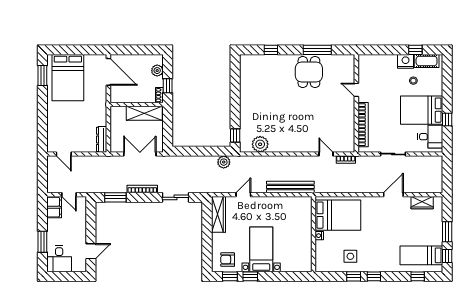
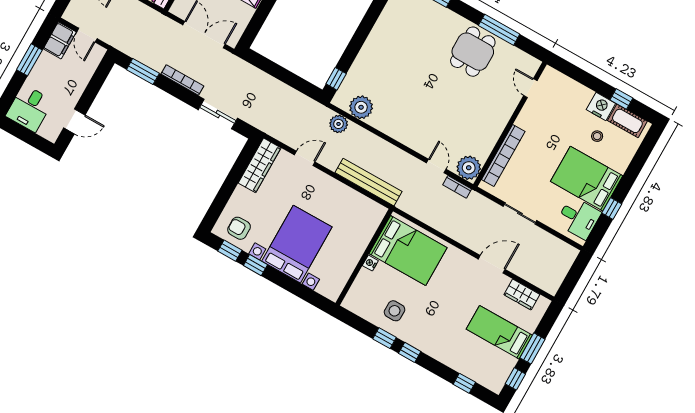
door: (356, 90) -> (530, 88), moved
plant: (346, 144) -> (469, 168), added
plant: (224, 162) -> (339, 124), moved
window: (42, 242) -> (29, 60), moved
bed with nightstands: (261, 249) -> (297, 244), width x1.36
bed: (421, 255) -> (499, 332), moved

